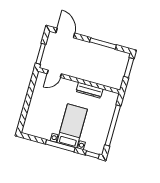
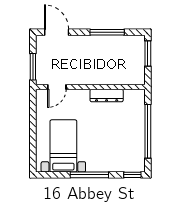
bed with nightstands: (72, 126) -> (63, 146), moved

